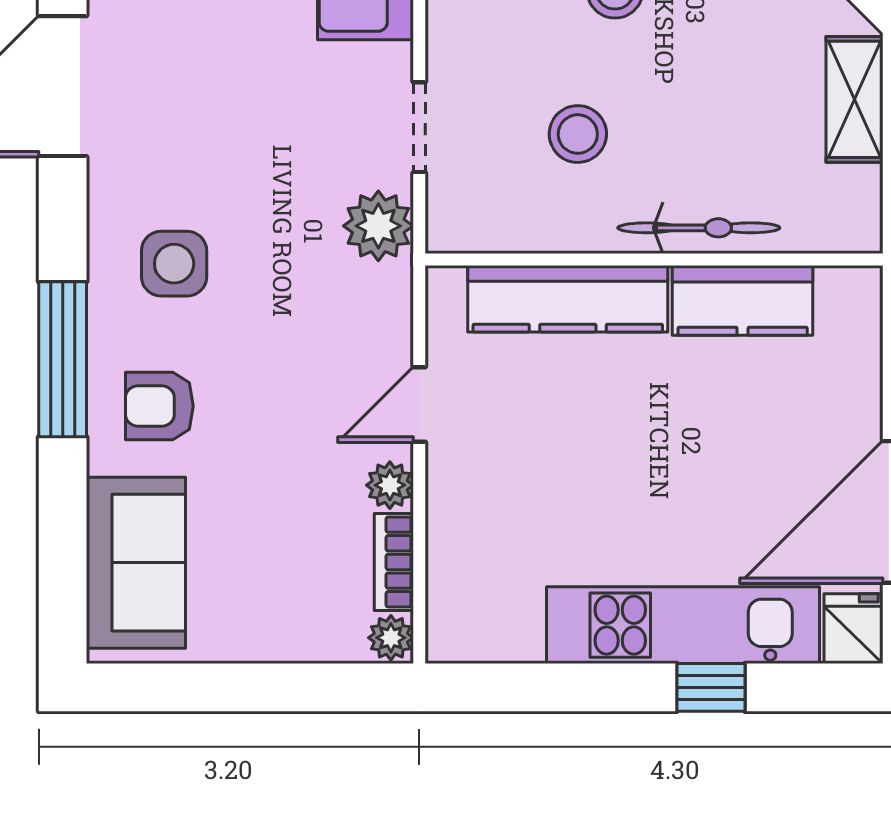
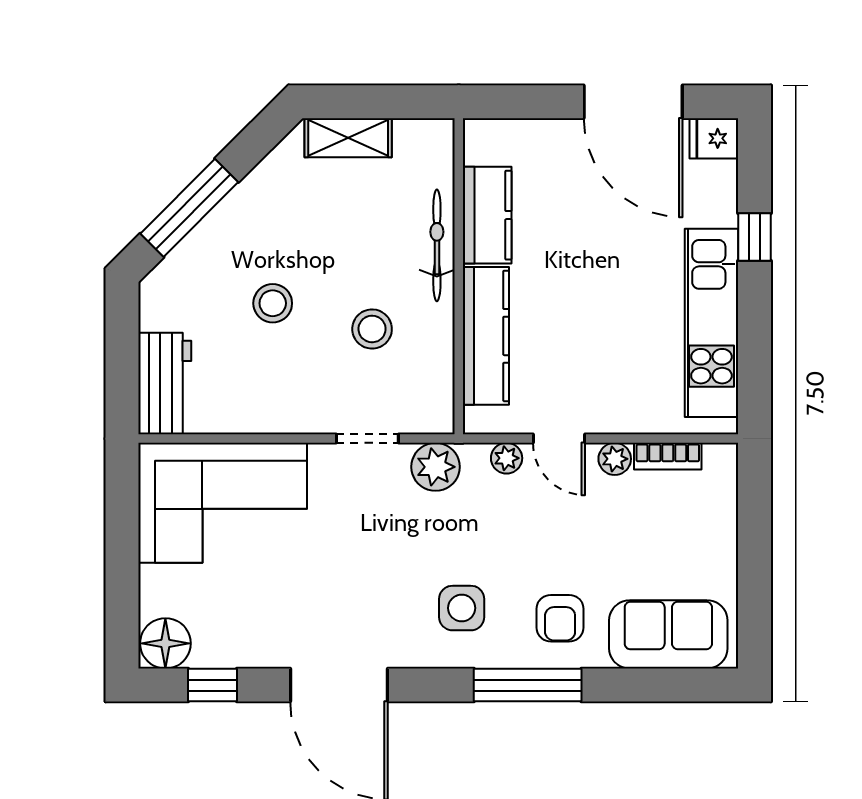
kitchen unit: (683, 625) -> (711, 323), moved
plant: (391, 638) -> (507, 458), moved

